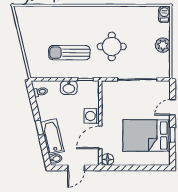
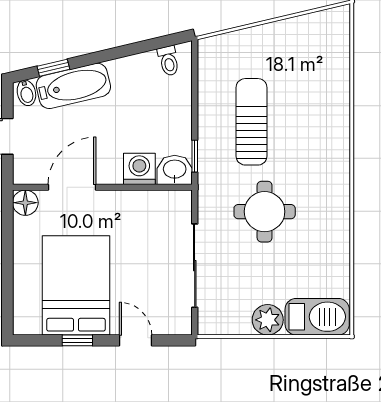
barbecue: (164, 15) -> (317, 317), width x1.88, depth x1.53
washbasin: (69, 88) -> (175, 170), moved, turned 90
washing machine: (92, 116) -> (139, 169), moved
window: (39, 128) -> (53, 68), moved
door: (100, 137) -> (72, 187), hinge flipped

